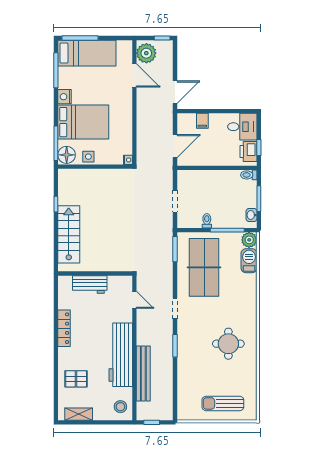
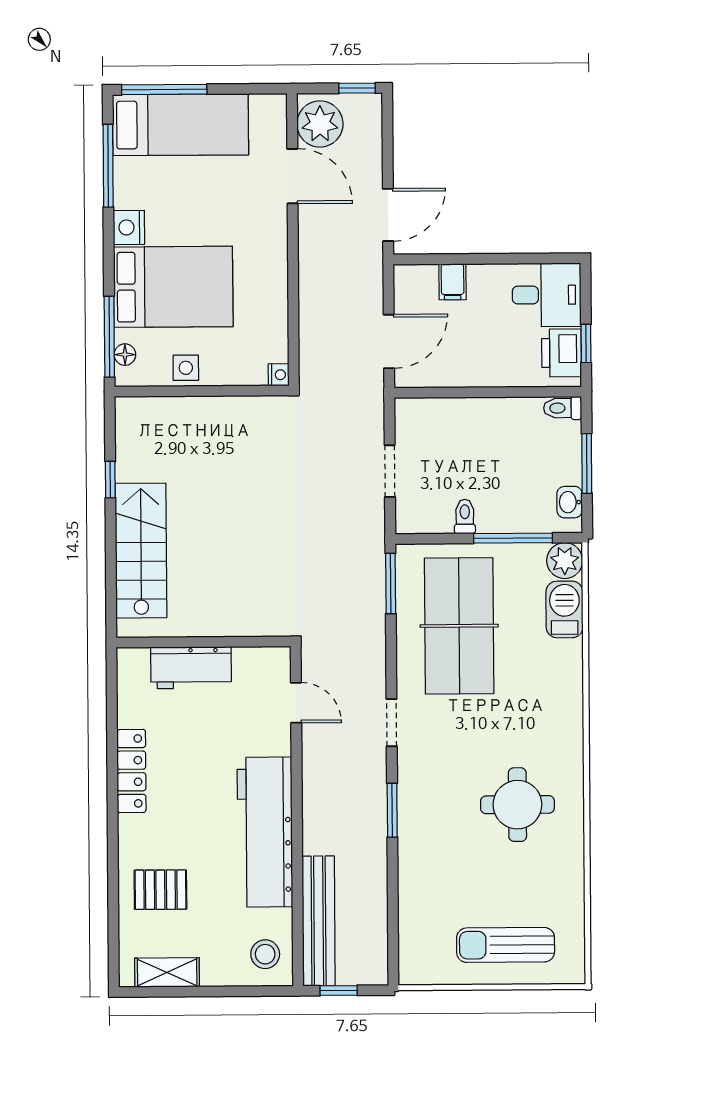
floor lamp: (67, 155) -> (125, 355), width x0.53, depth x0.53
bench: (143, 373) -> (319, 921), moved

